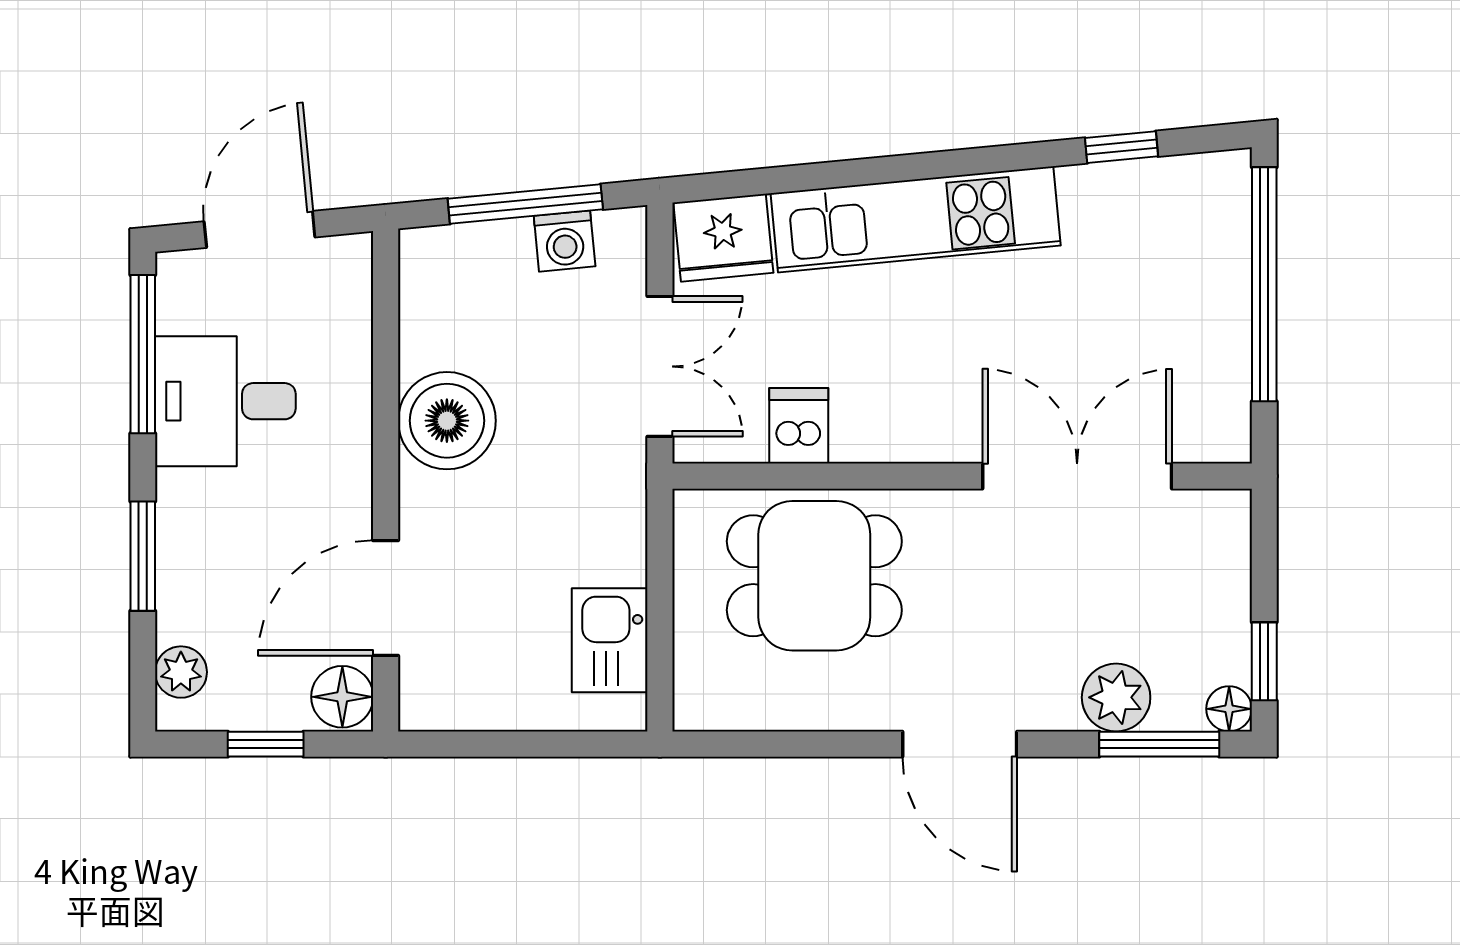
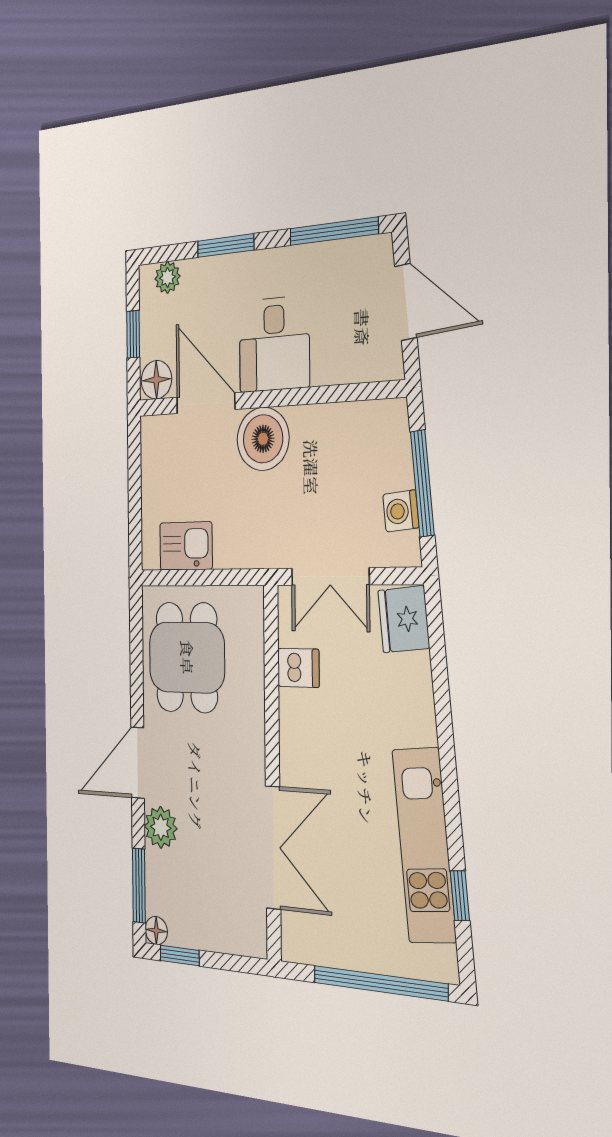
kitchen unit: (916, 219) -> (424, 845), moved
desk: (225, 401) -> (274, 344), moved, turned 180
boiler: (447, 421) -> (263, 439), moved
dining table: (814, 576) -> (187, 657), moved
plant: (1116, 697) -> (161, 827), moved

